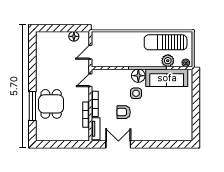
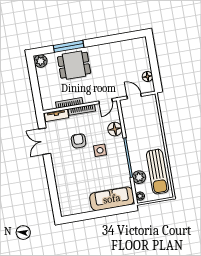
sun lounger: (166, 42) -> (157, 172), turned 180
floor lamp: (138, 76) -> (115, 129), moved
sofa: (167, 78) -> (112, 199), moved, turned 90
door: (90, 80) -> (106, 101), swing flipped
plant: (42, 135) -> (41, 61), added
double door: (118, 144) -> (45, 141), swing flipped

